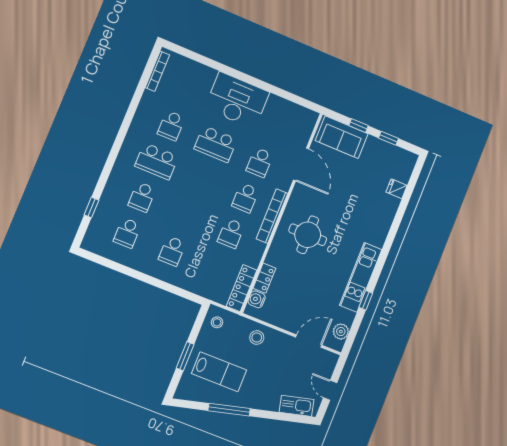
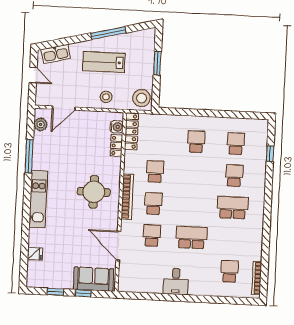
desk: (237, 100) -> (176, 281), width x0.53, depth x0.77
school desk: (171, 126) -> (230, 271), moved
kitchen unit: (361, 277) -> (38, 199), moved
window: (366, 300) -> (29, 156), width x2.17
stool: (217, 322) -> (142, 98), width x1.89, depth x1.89
lab bench: (219, 372) -> (104, 62), moved

